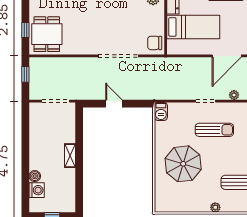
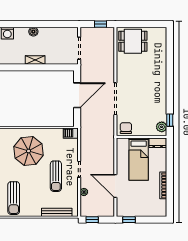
window: (25, 30) -> (136, 24), removed
door: (114, 104) -> (77, 95), width x1.87
boiler: (35, 176) -> (33, 32), moved

